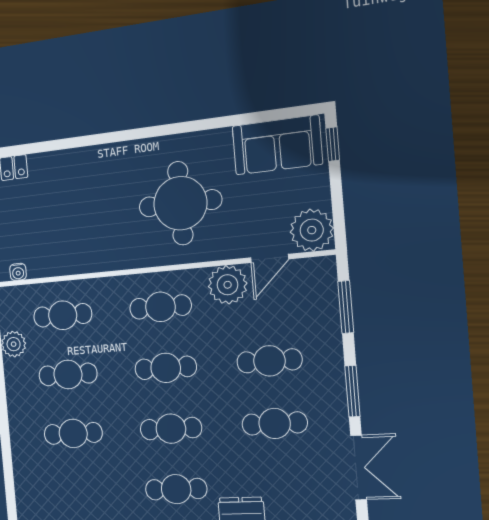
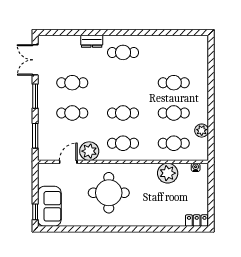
sofa: (277, 145) -> (49, 206), moved, turned 90
plant: (312, 230) -> (168, 173), moved
cafe table: (171, 429) -> (123, 83), removed

